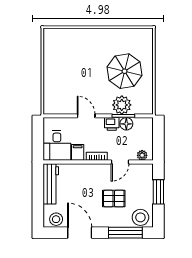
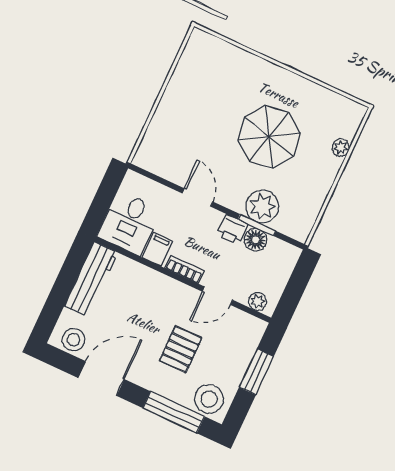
plant: (148, 56) -> (341, 148), added
parasol: (125, 71) -> (269, 137), moved
pallet: (114, 199) -> (181, 349), turned 90
door: (80, 233) -> (101, 379), hinge flipped

